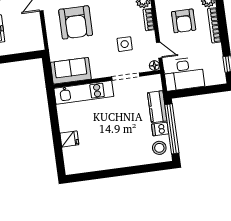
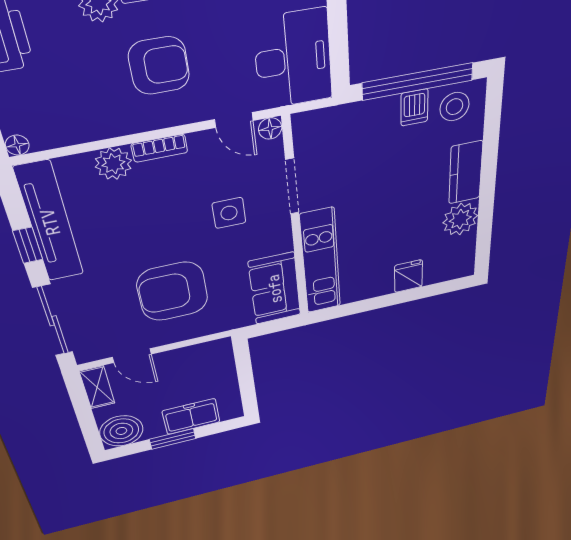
armchair: (76, 22) -> (173, 292), turned 180
side table: (125, 44) -> (229, 213), moved
door: (159, 50) -> (234, 120), swing flipped
kitchen counter: (157, 107) -> (466, 173), moved, turned 90
plant: (100, 161) -> (460, 219), added

